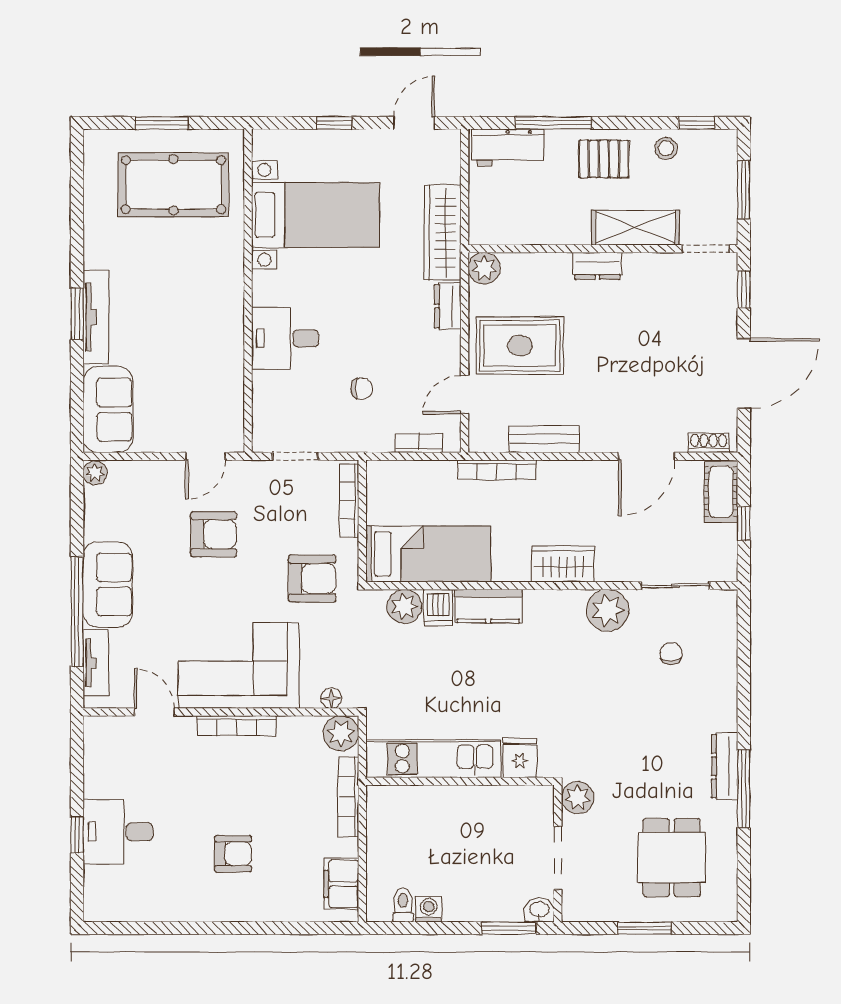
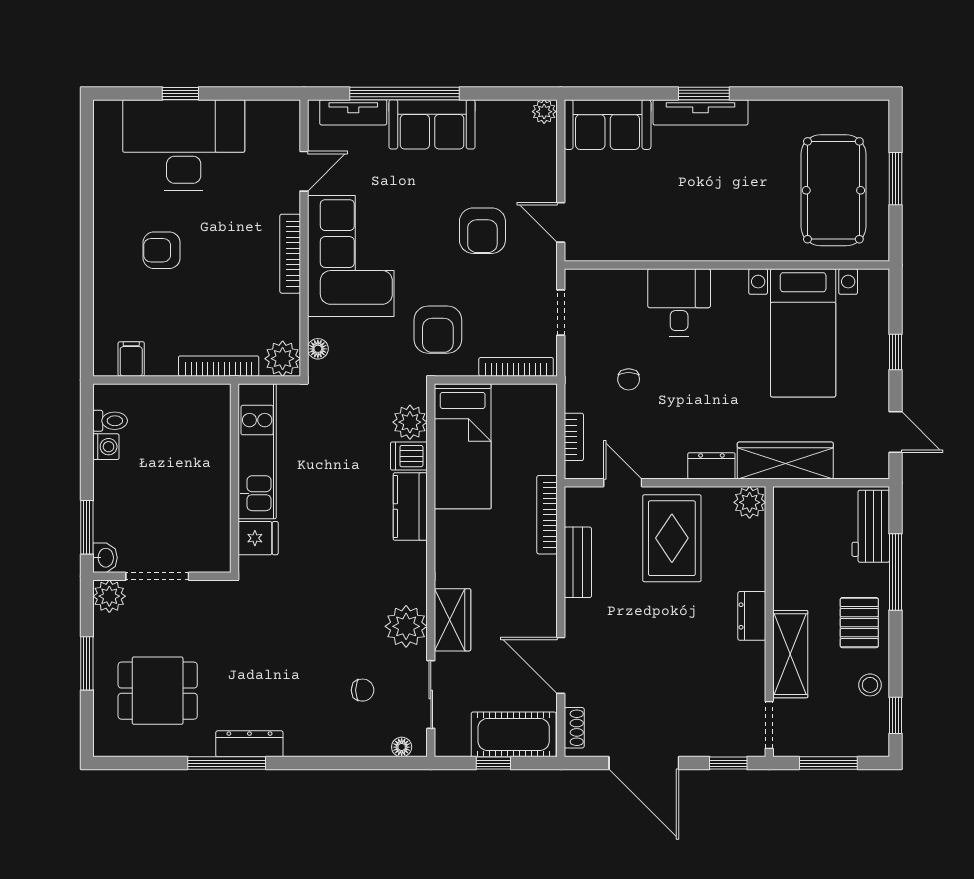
cot: (721, 492) -> (514, 734), width x1.37, depth x1.34
wardrobe: (563, 564) -> (453, 620), moved
floor lamp: (728, 615) -> (402, 747), added
plant: (578, 797) -> (109, 596), moved
desk: (118, 832) -> (184, 145), width x1.87, depth x1.30
armchair: (233, 854) -> (162, 250), turned 90
filing cabinet: (341, 884) -> (131, 359), width x0.50

